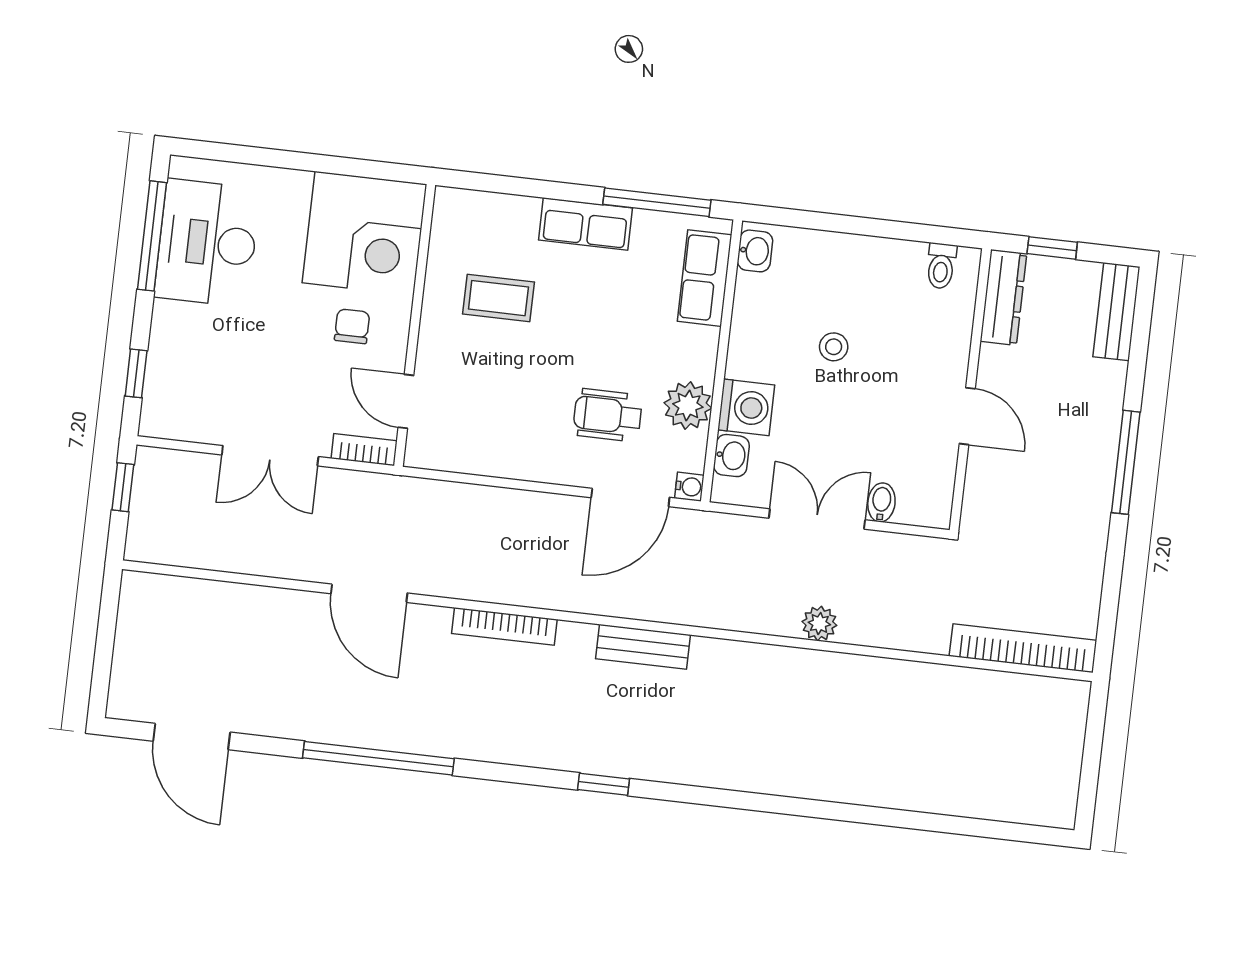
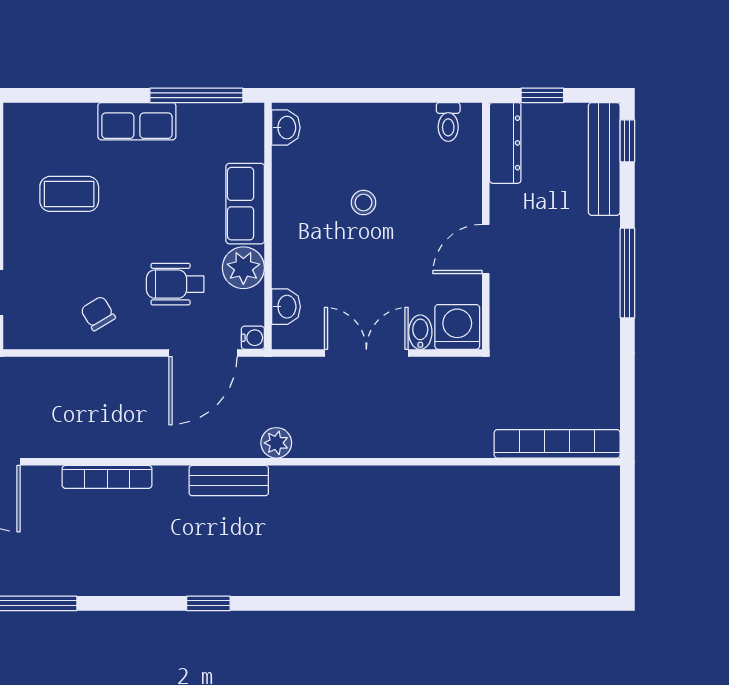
row of seats: (705, 278) -> (245, 204), moved
window: (1143, 311) -> (627, 141), added
bench: (1116, 312) -> (604, 159), width x1.36
washing machine: (746, 407) -> (457, 327), moved, turned -90
door: (967, 416) -> (486, 249), swing flipped
chair: (516, 438) -> (98, 313), added
plant: (819, 623) -> (276, 443), moved

